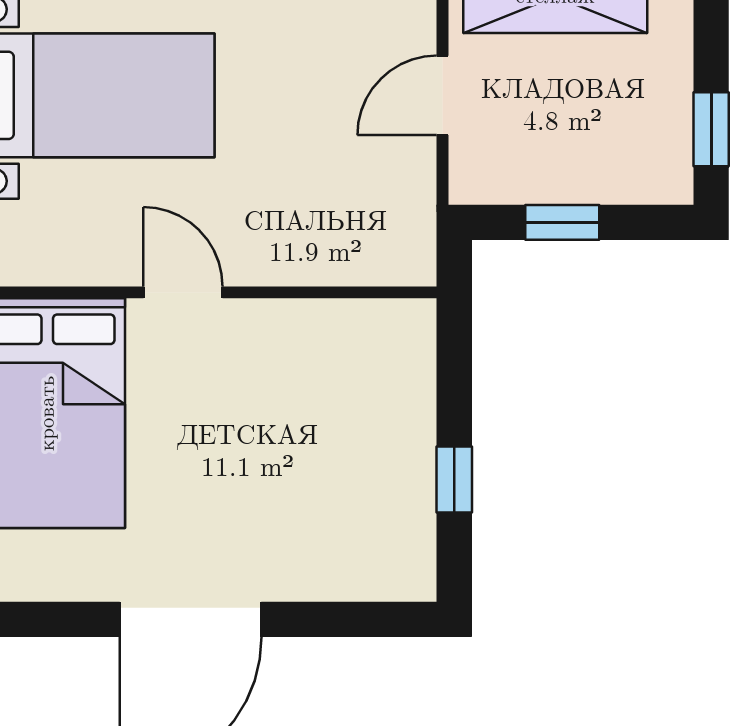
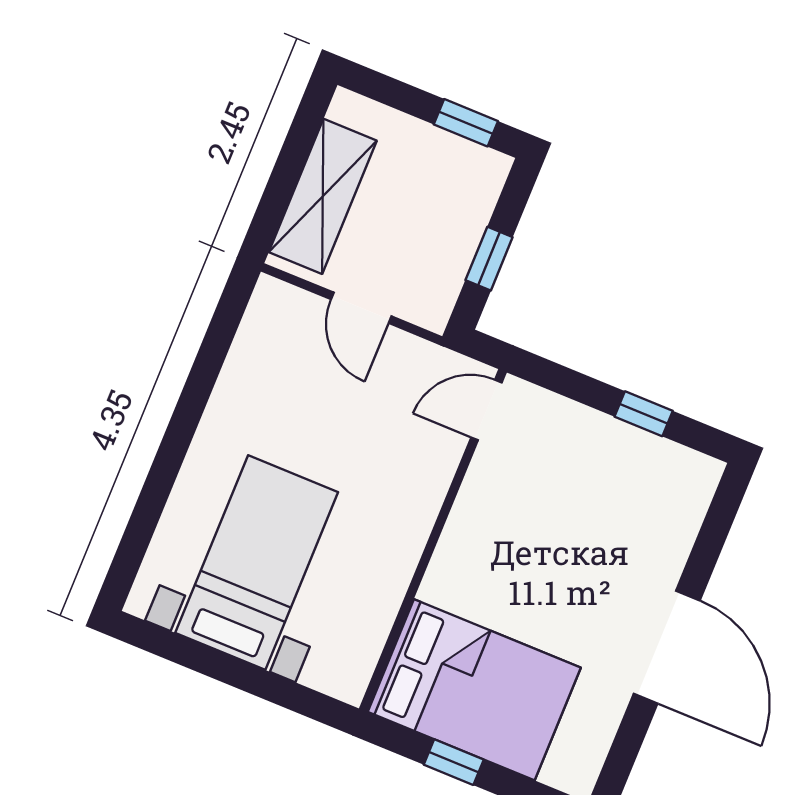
door: (183, 292) -> (486, 410), moved

